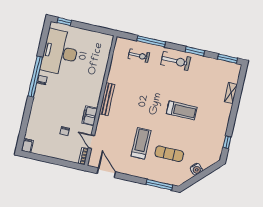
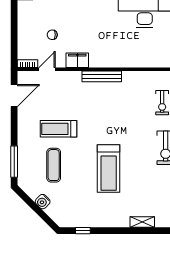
treadmill: (182, 110) -> (109, 168), width x1.37, depth x1.38
treadmill: (141, 143) -> (58, 129), turned 180

